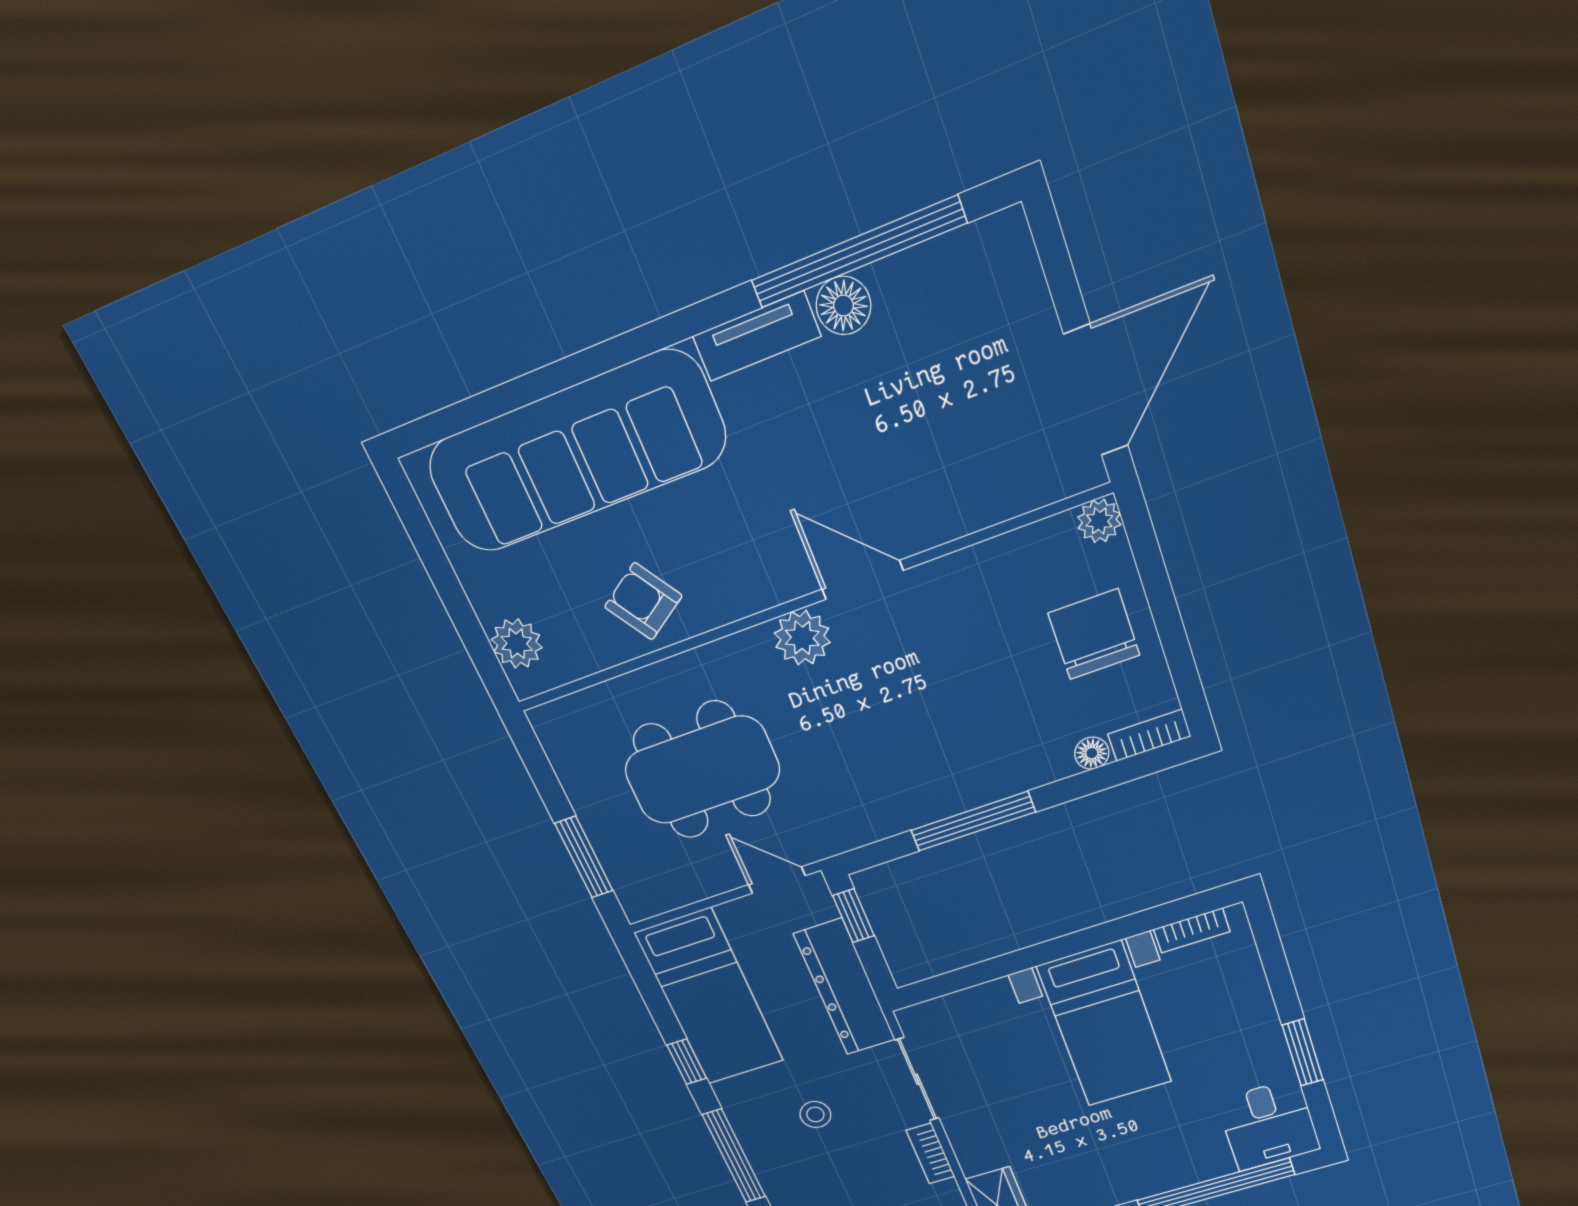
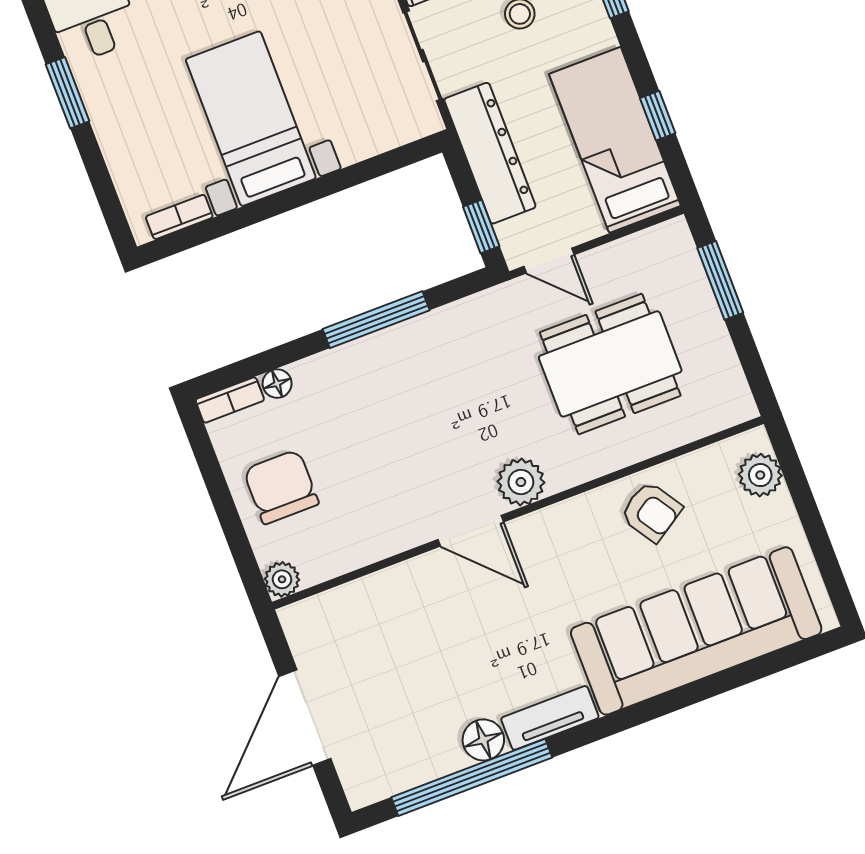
door: (1096, 390) -> (305, 718), moved
chair: (1094, 634) -> (281, 487), turned 180
window: (687, 1062) -> (658, 116), moved

